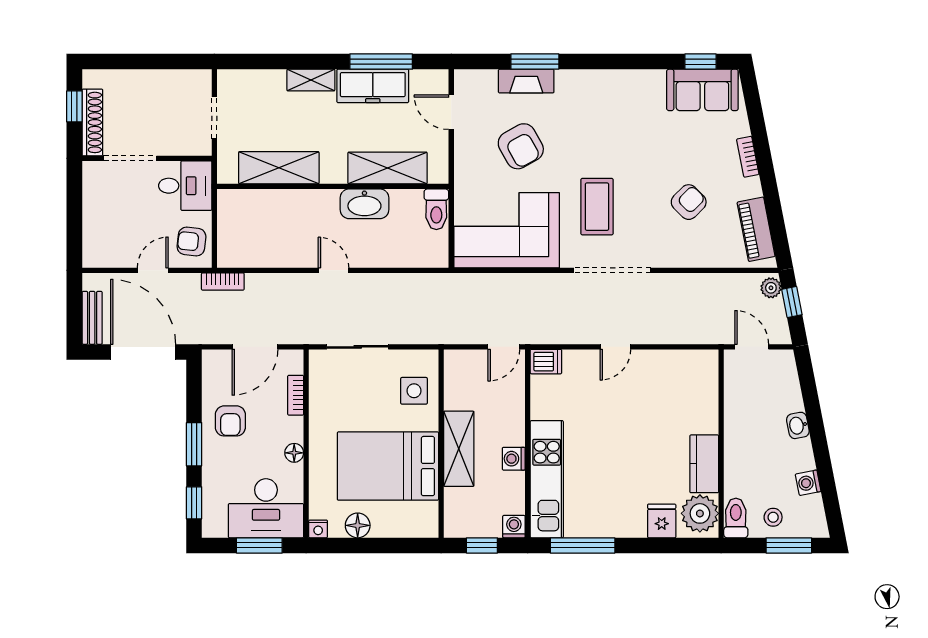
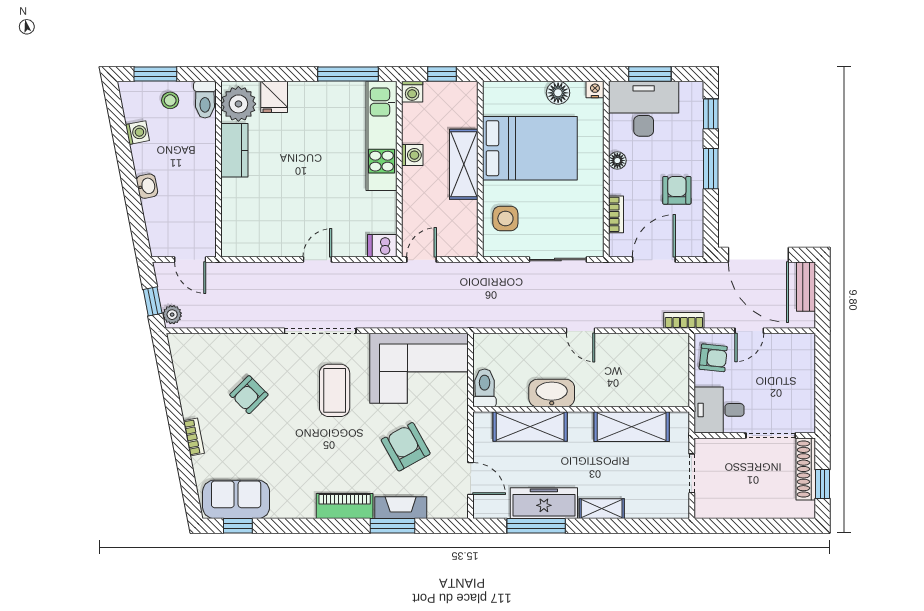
piano: (756, 229) -> (345, 506), moved, turned -79

